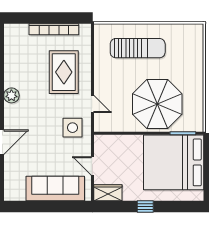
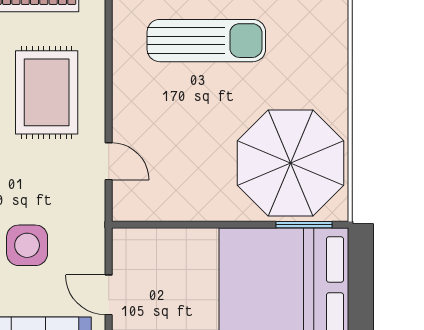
parasol: (157, 104) -> (291, 163), moved
side table: (72, 128) -> (27, 245), moved

